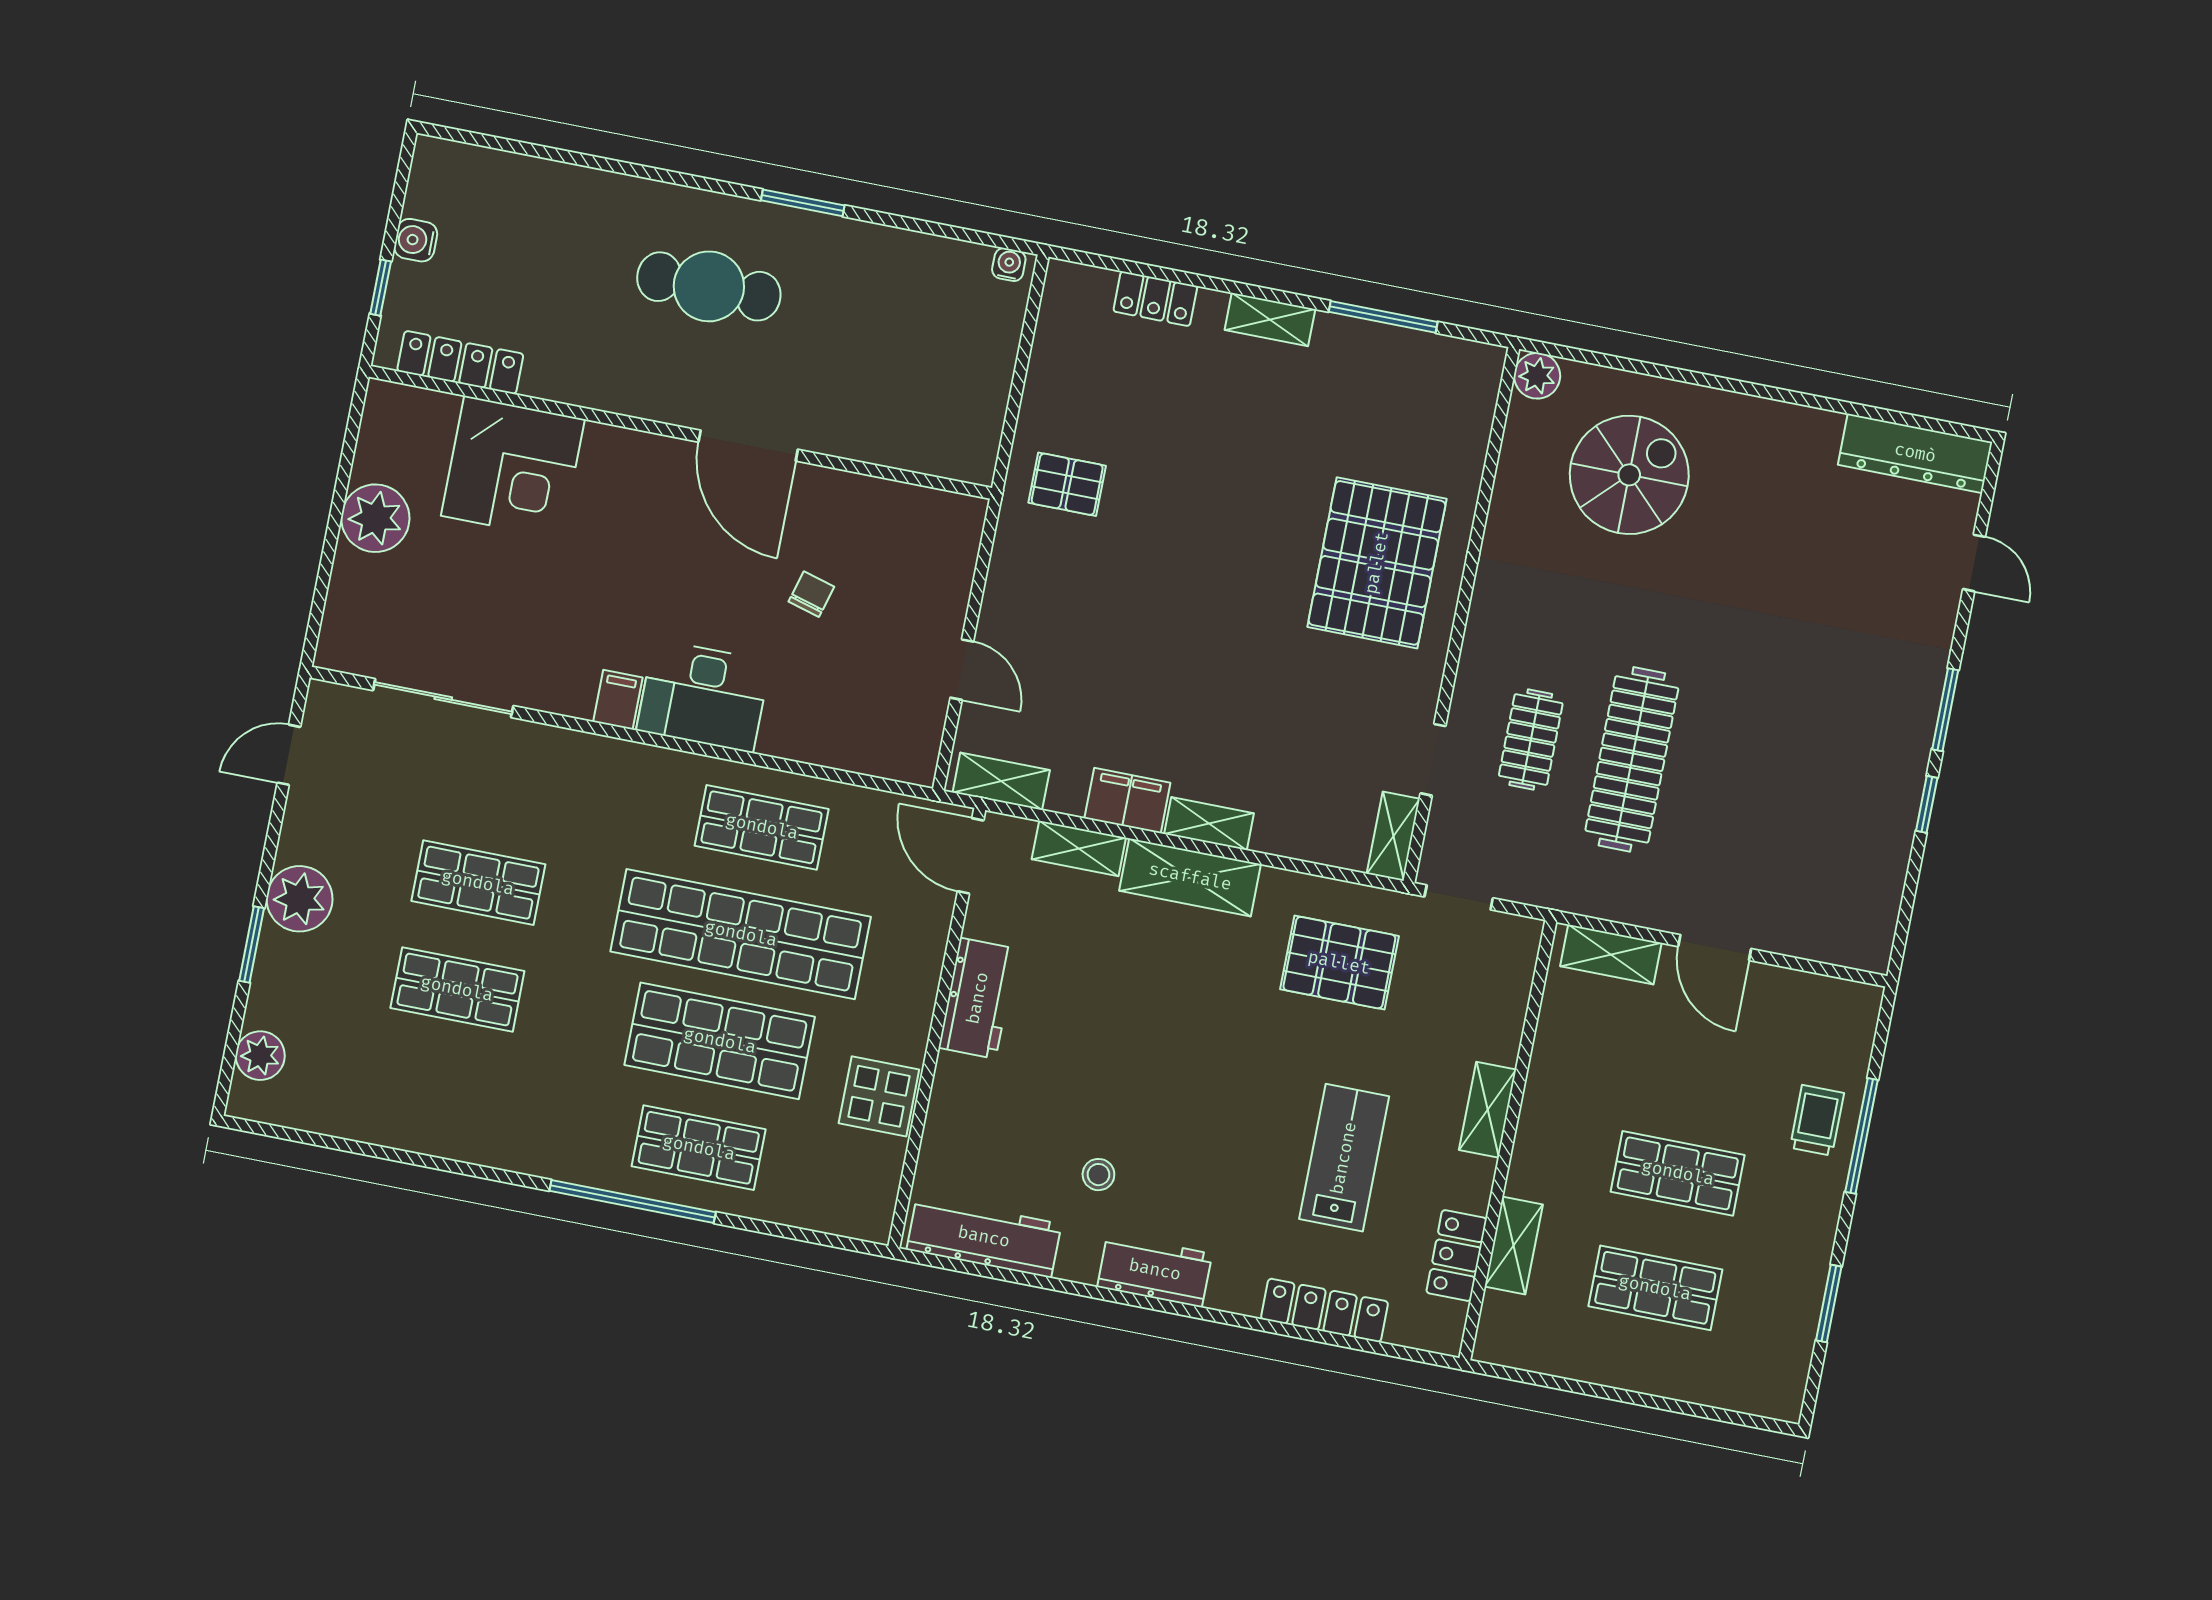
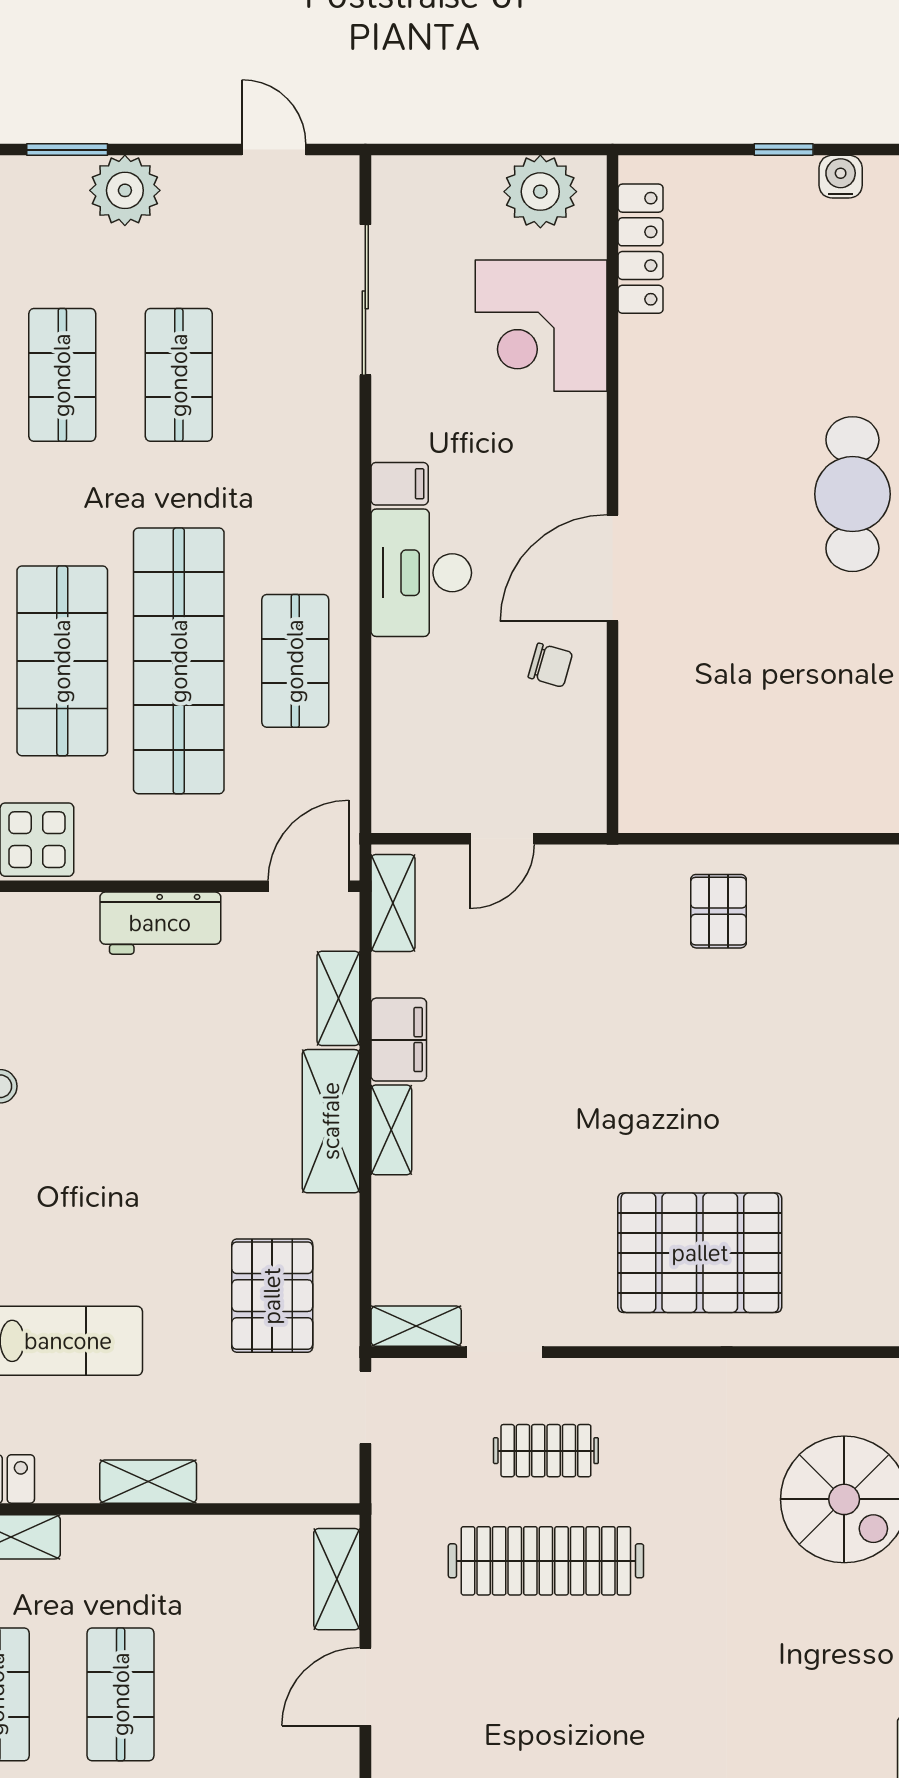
locker: (460, 363) -> (641, 249), moved
wall: (680, 432) -> (612, 494), moved
door: (748, 446) -> (612, 568), moved
corner desk: (513, 467) -> (541, 326), moved

